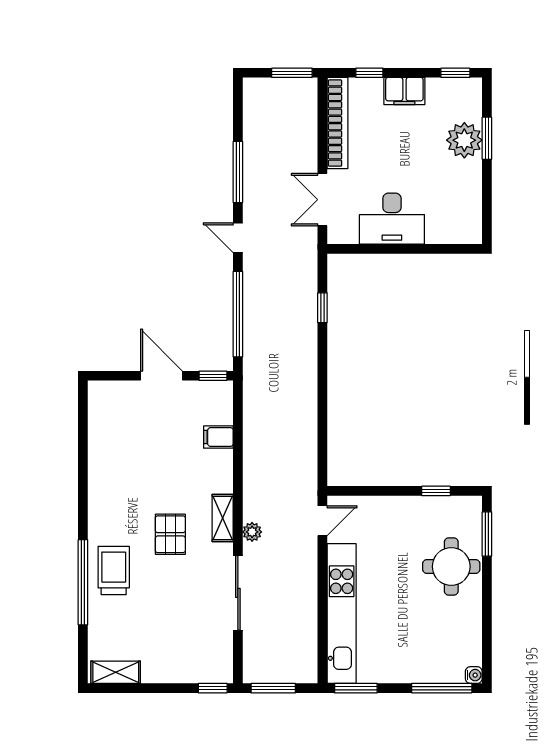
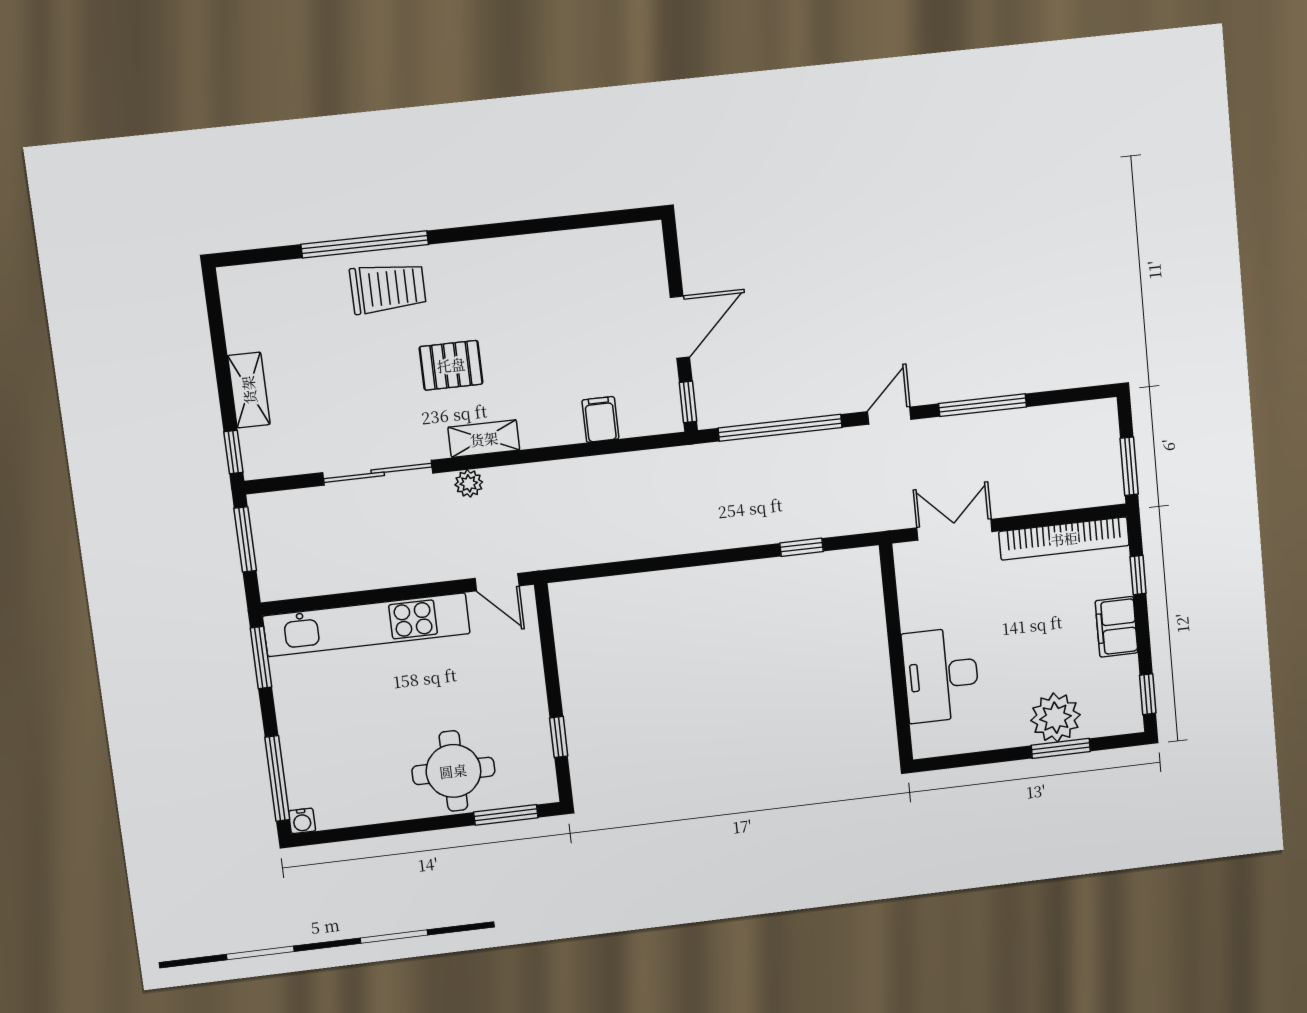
desk: (392, 219) -> (941, 675), moved
shelving: (116, 672) -> (249, 390), moved

